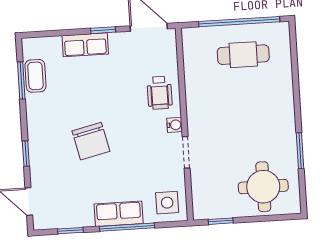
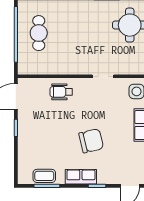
row of seats: (85, 45) -> (81, 177), moved, turned -90
wheelchair: (160, 93) -> (61, 92), turned 180
water cooler: (175, 125) -> (84, 83), removed

